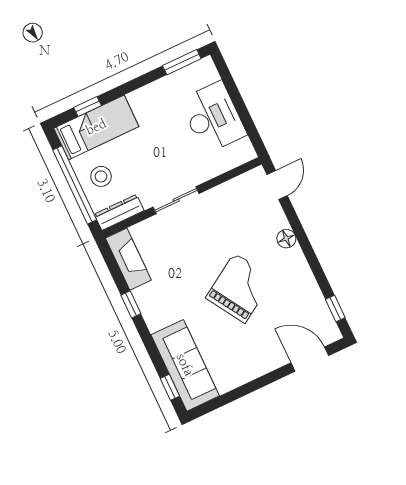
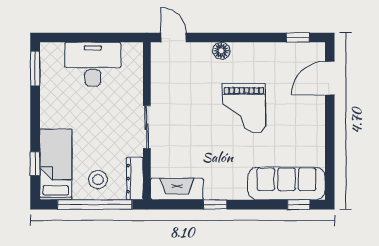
grand piano: (240, 288) -> (244, 109), turned -148

